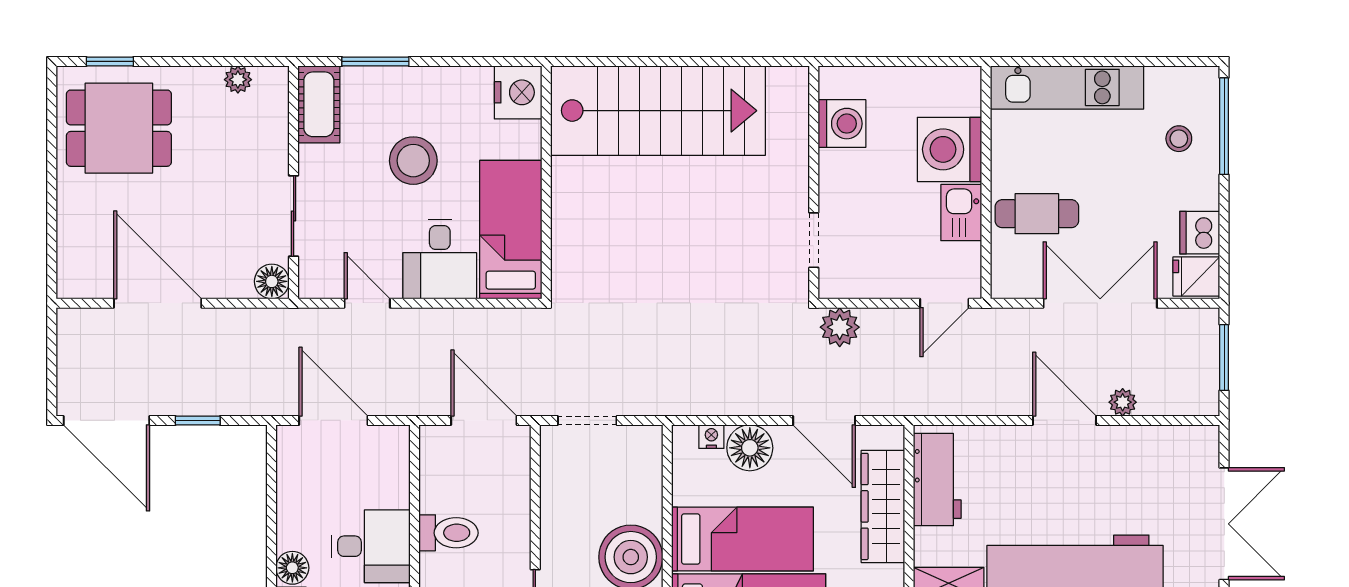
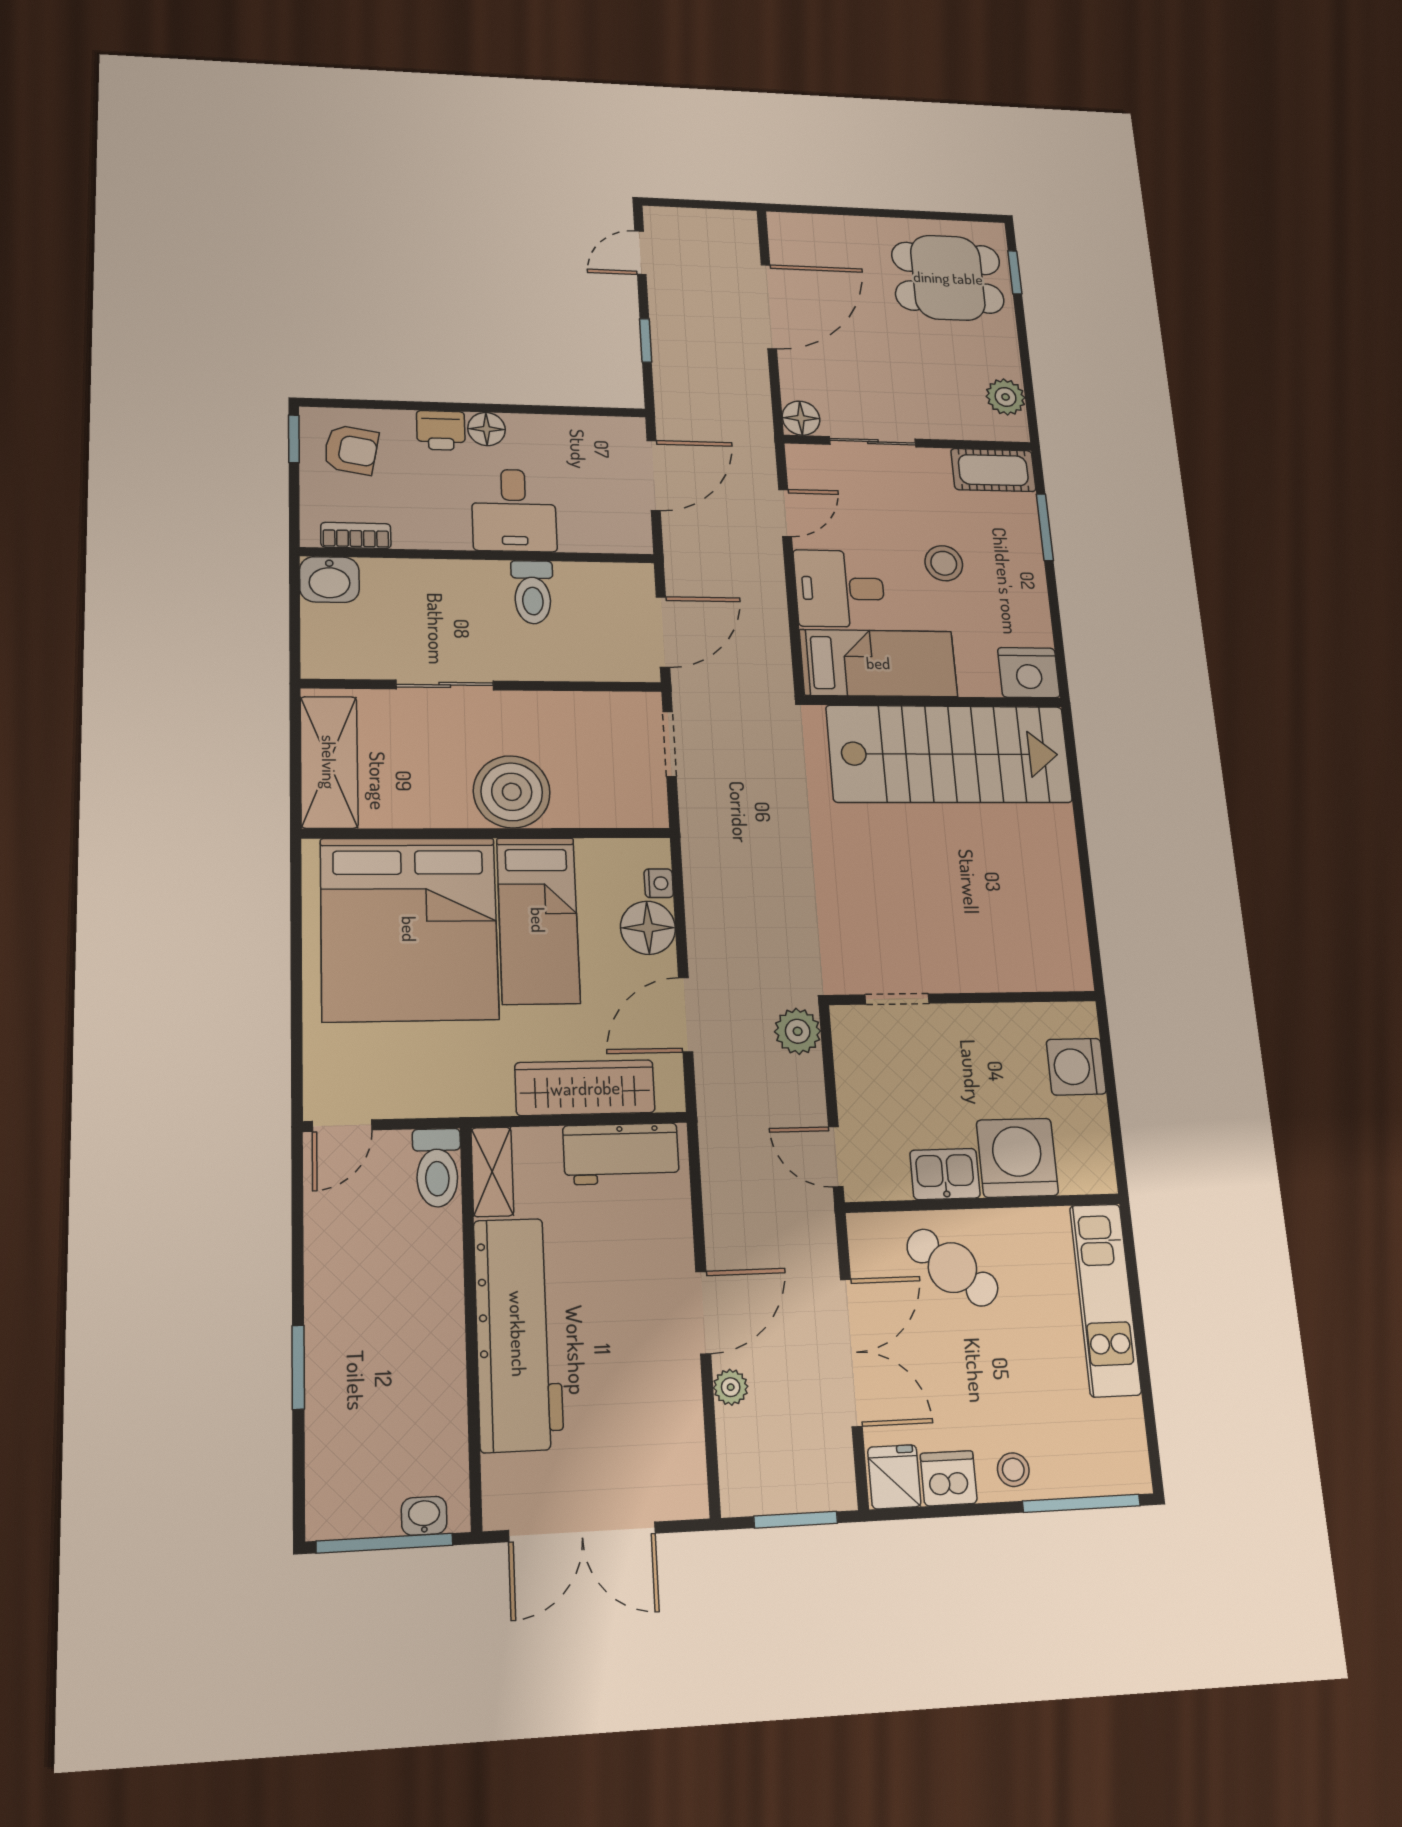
plant: (238, 80) -> (1006, 397), width x1.38, depth x1.38
stairs: (658, 111) -> (949, 754), moved, turned -90
washing machine: (842, 124) -> (1076, 1067), moved, turned 90
dining table: (119, 128) -> (948, 278), turned 90
stool: (1179, 139) -> (1013, 1470), moved
stool: (413, 161) -> (944, 563), width x0.73, depth x0.73
cafe table: (1037, 214) -> (952, 1268), turned -52
door: (107, 420) -> (640, 253), width x0.53

